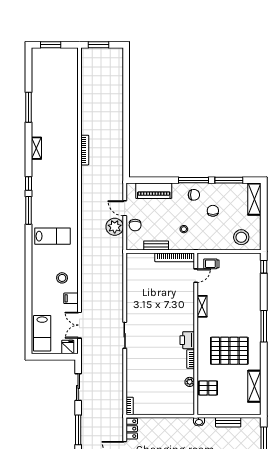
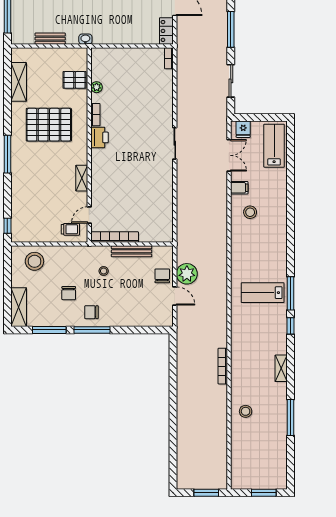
stool: (66, 112) -> (246, 411), added
piano: (154, 191) -> (140, 317), removed
lab bench: (53, 236) -> (263, 293), moved
bench: (156, 245) -> (132, 251), width x1.36

